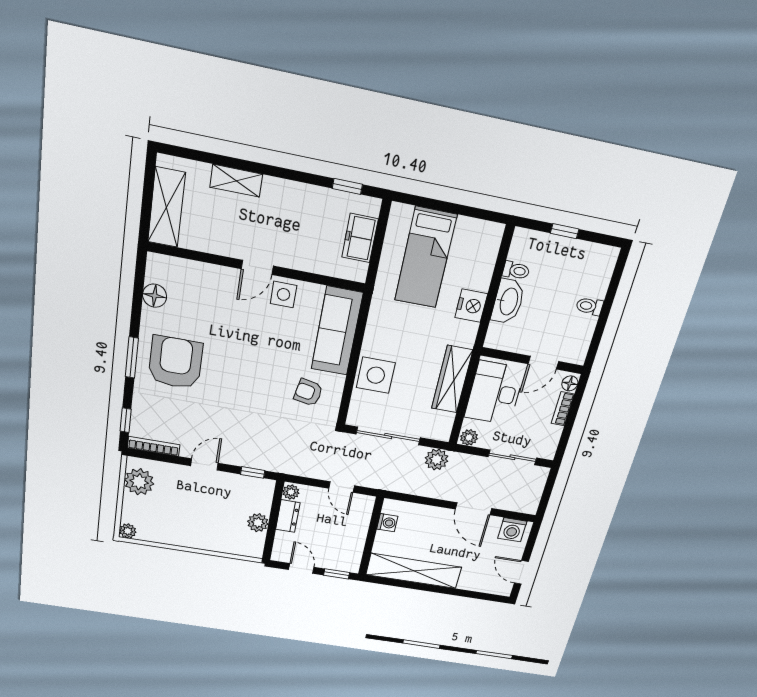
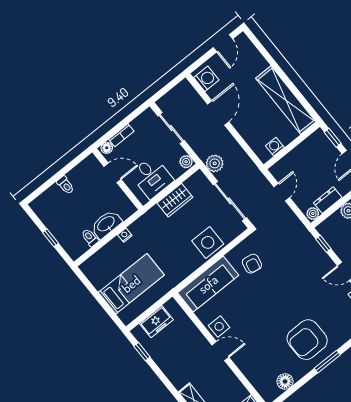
nightstand: (471, 306) -> (125, 235), width x0.53, depth x0.56
wardrobe: (452, 379) -> (175, 200), width x0.67
desk: (495, 393) -> (152, 177), width x0.73

